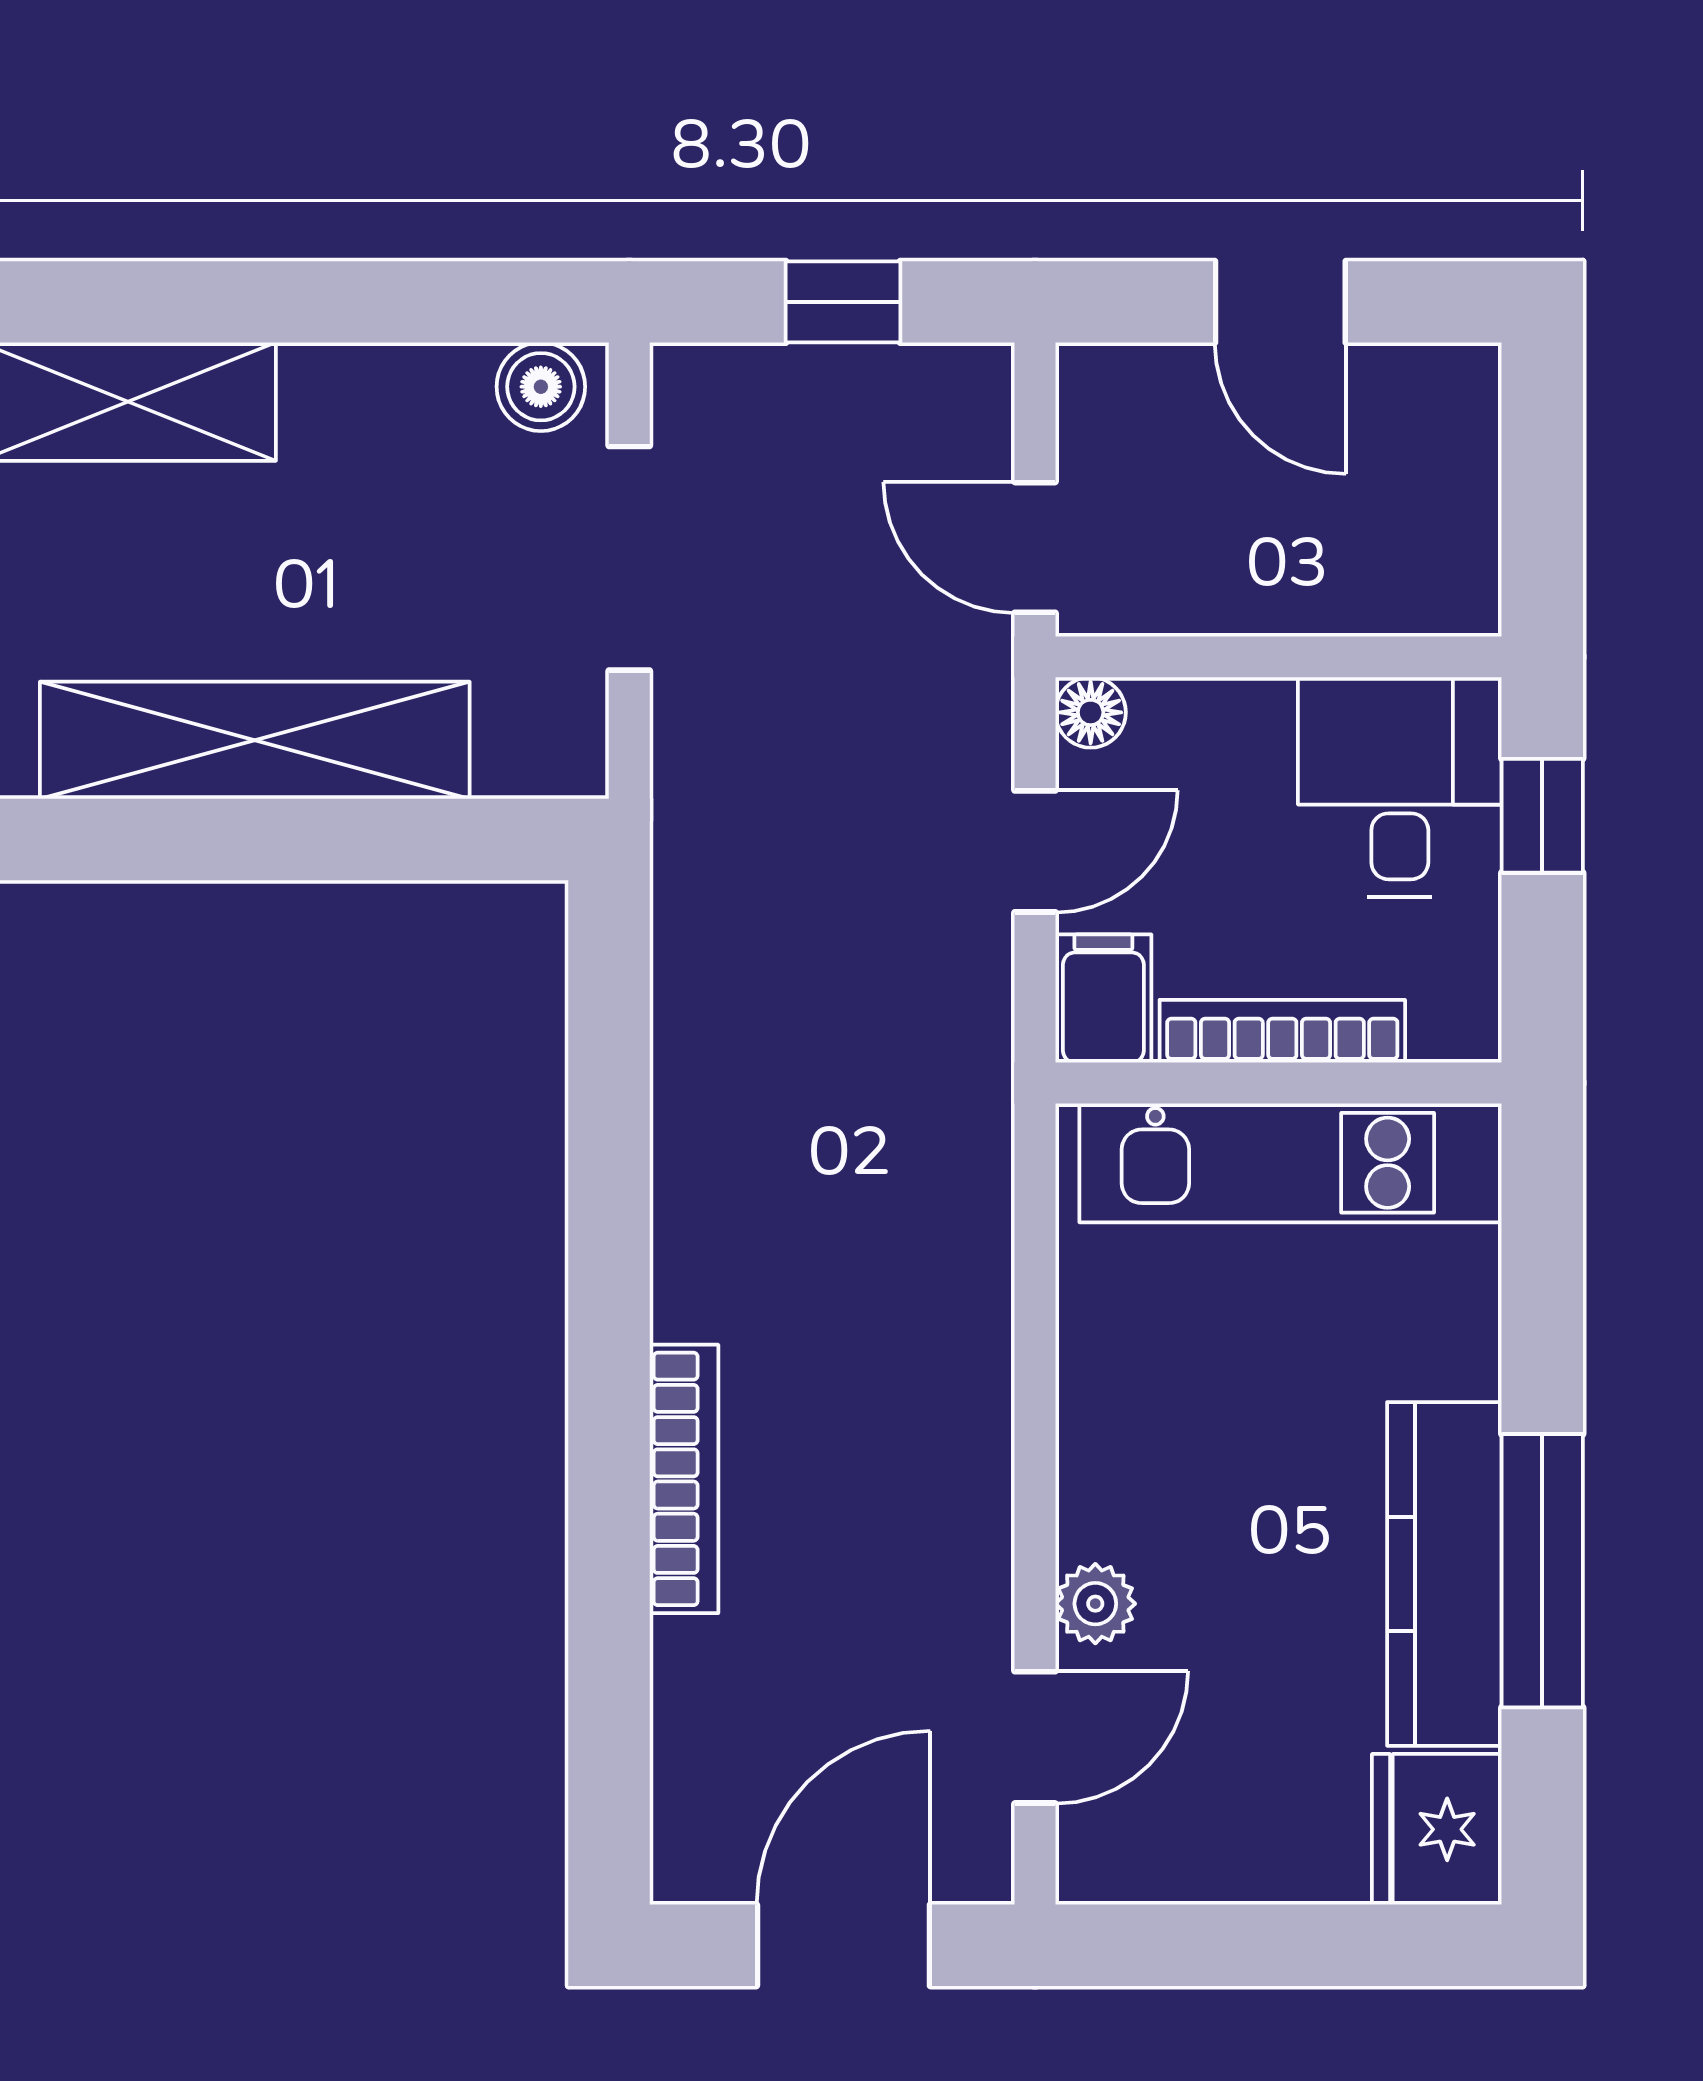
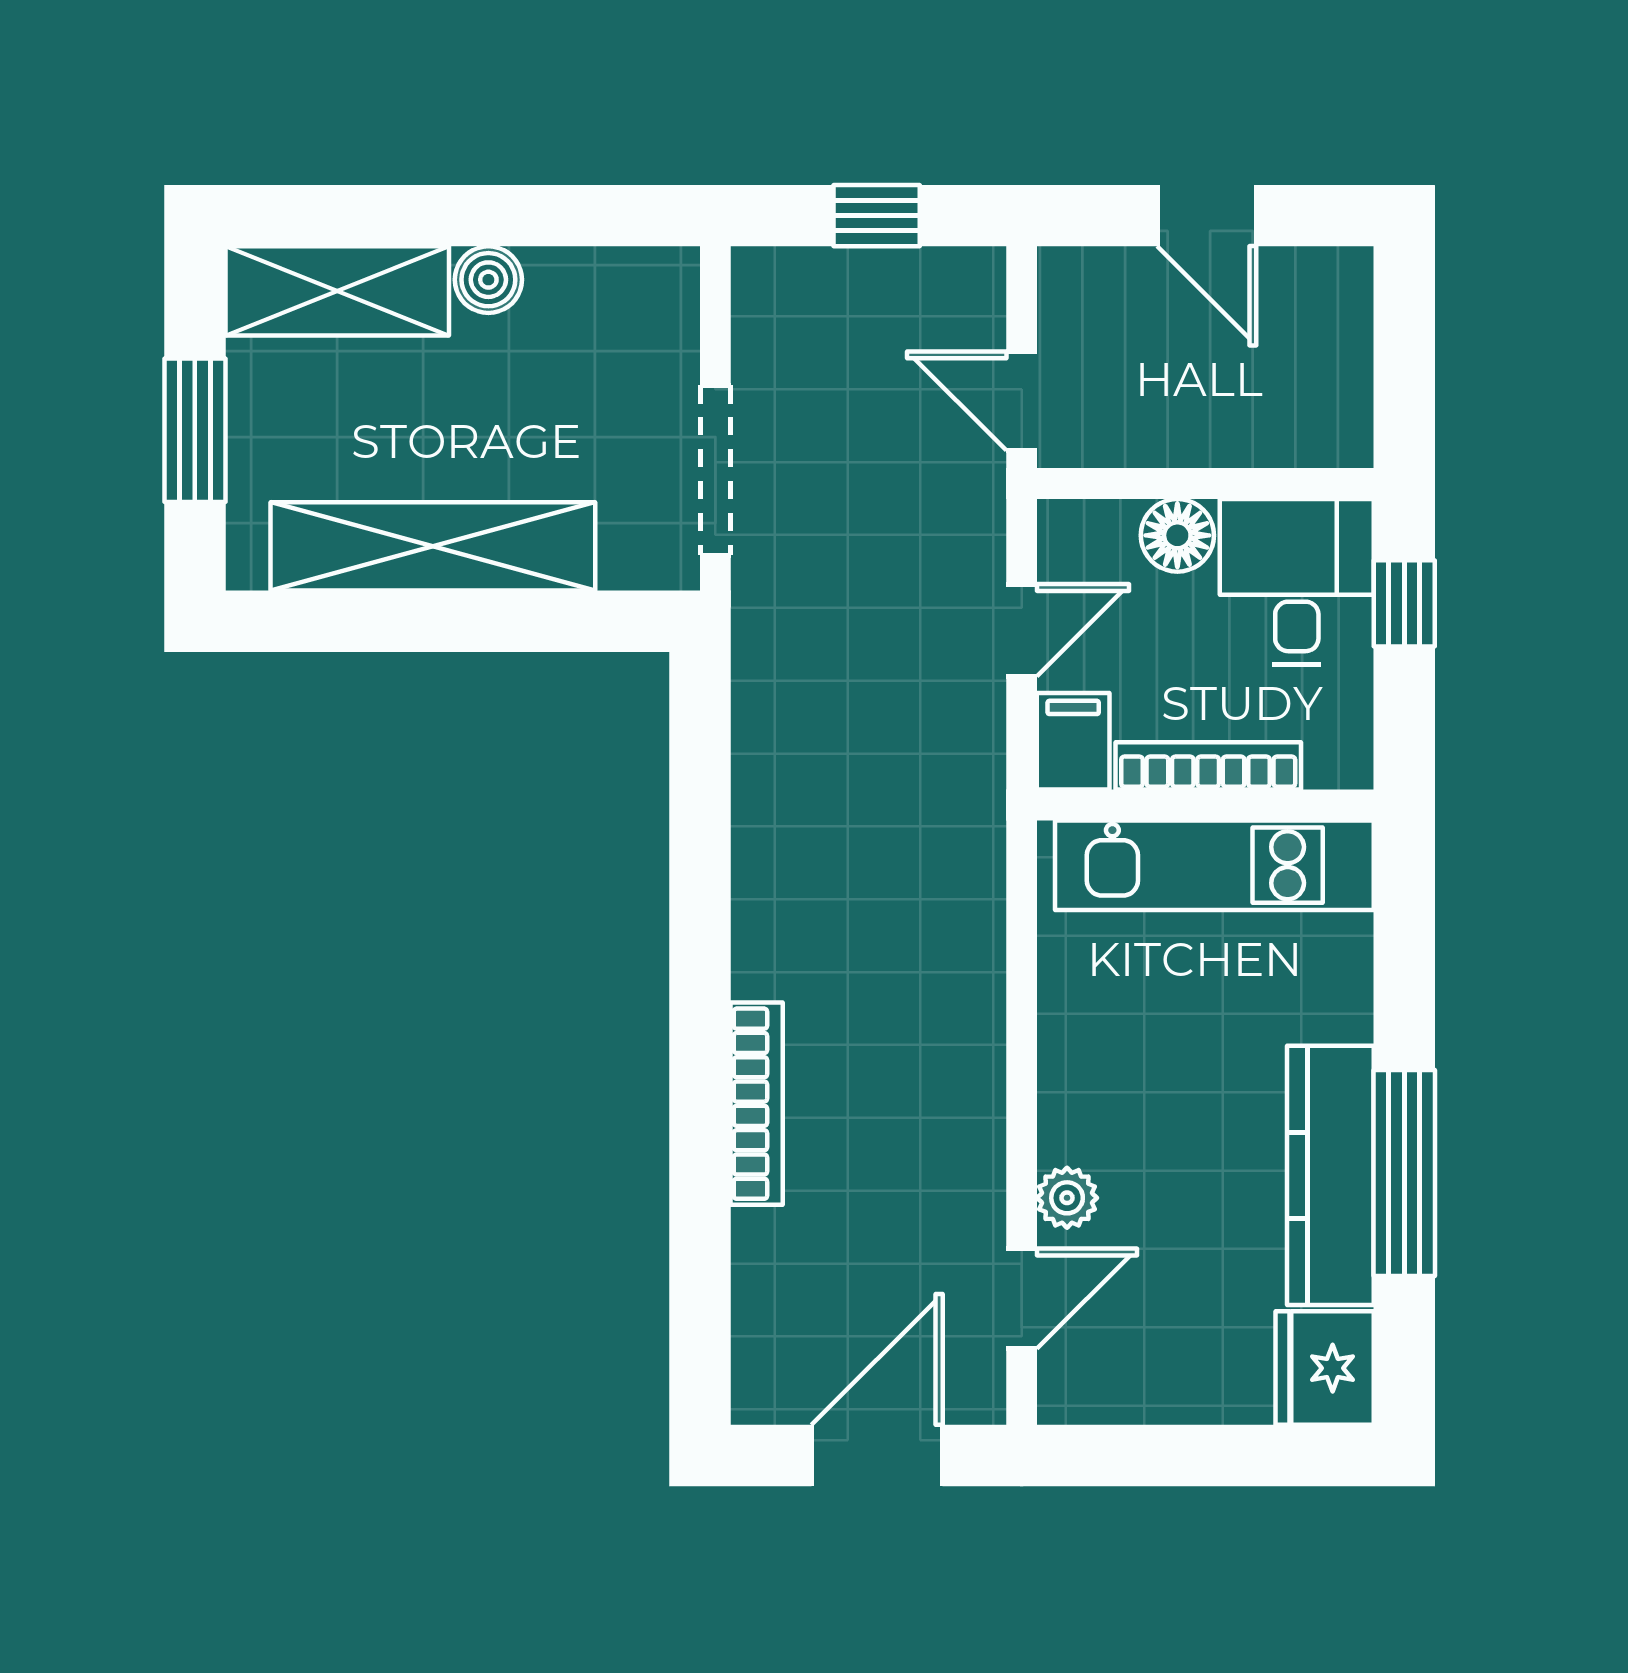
boiler: (541, 387) -> (488, 280), moved
doorway: (629, 558) -> (715, 470), moved
floor lamp: (1091, 712) -> (1177, 535), moved, width x1.37, depth x1.37

